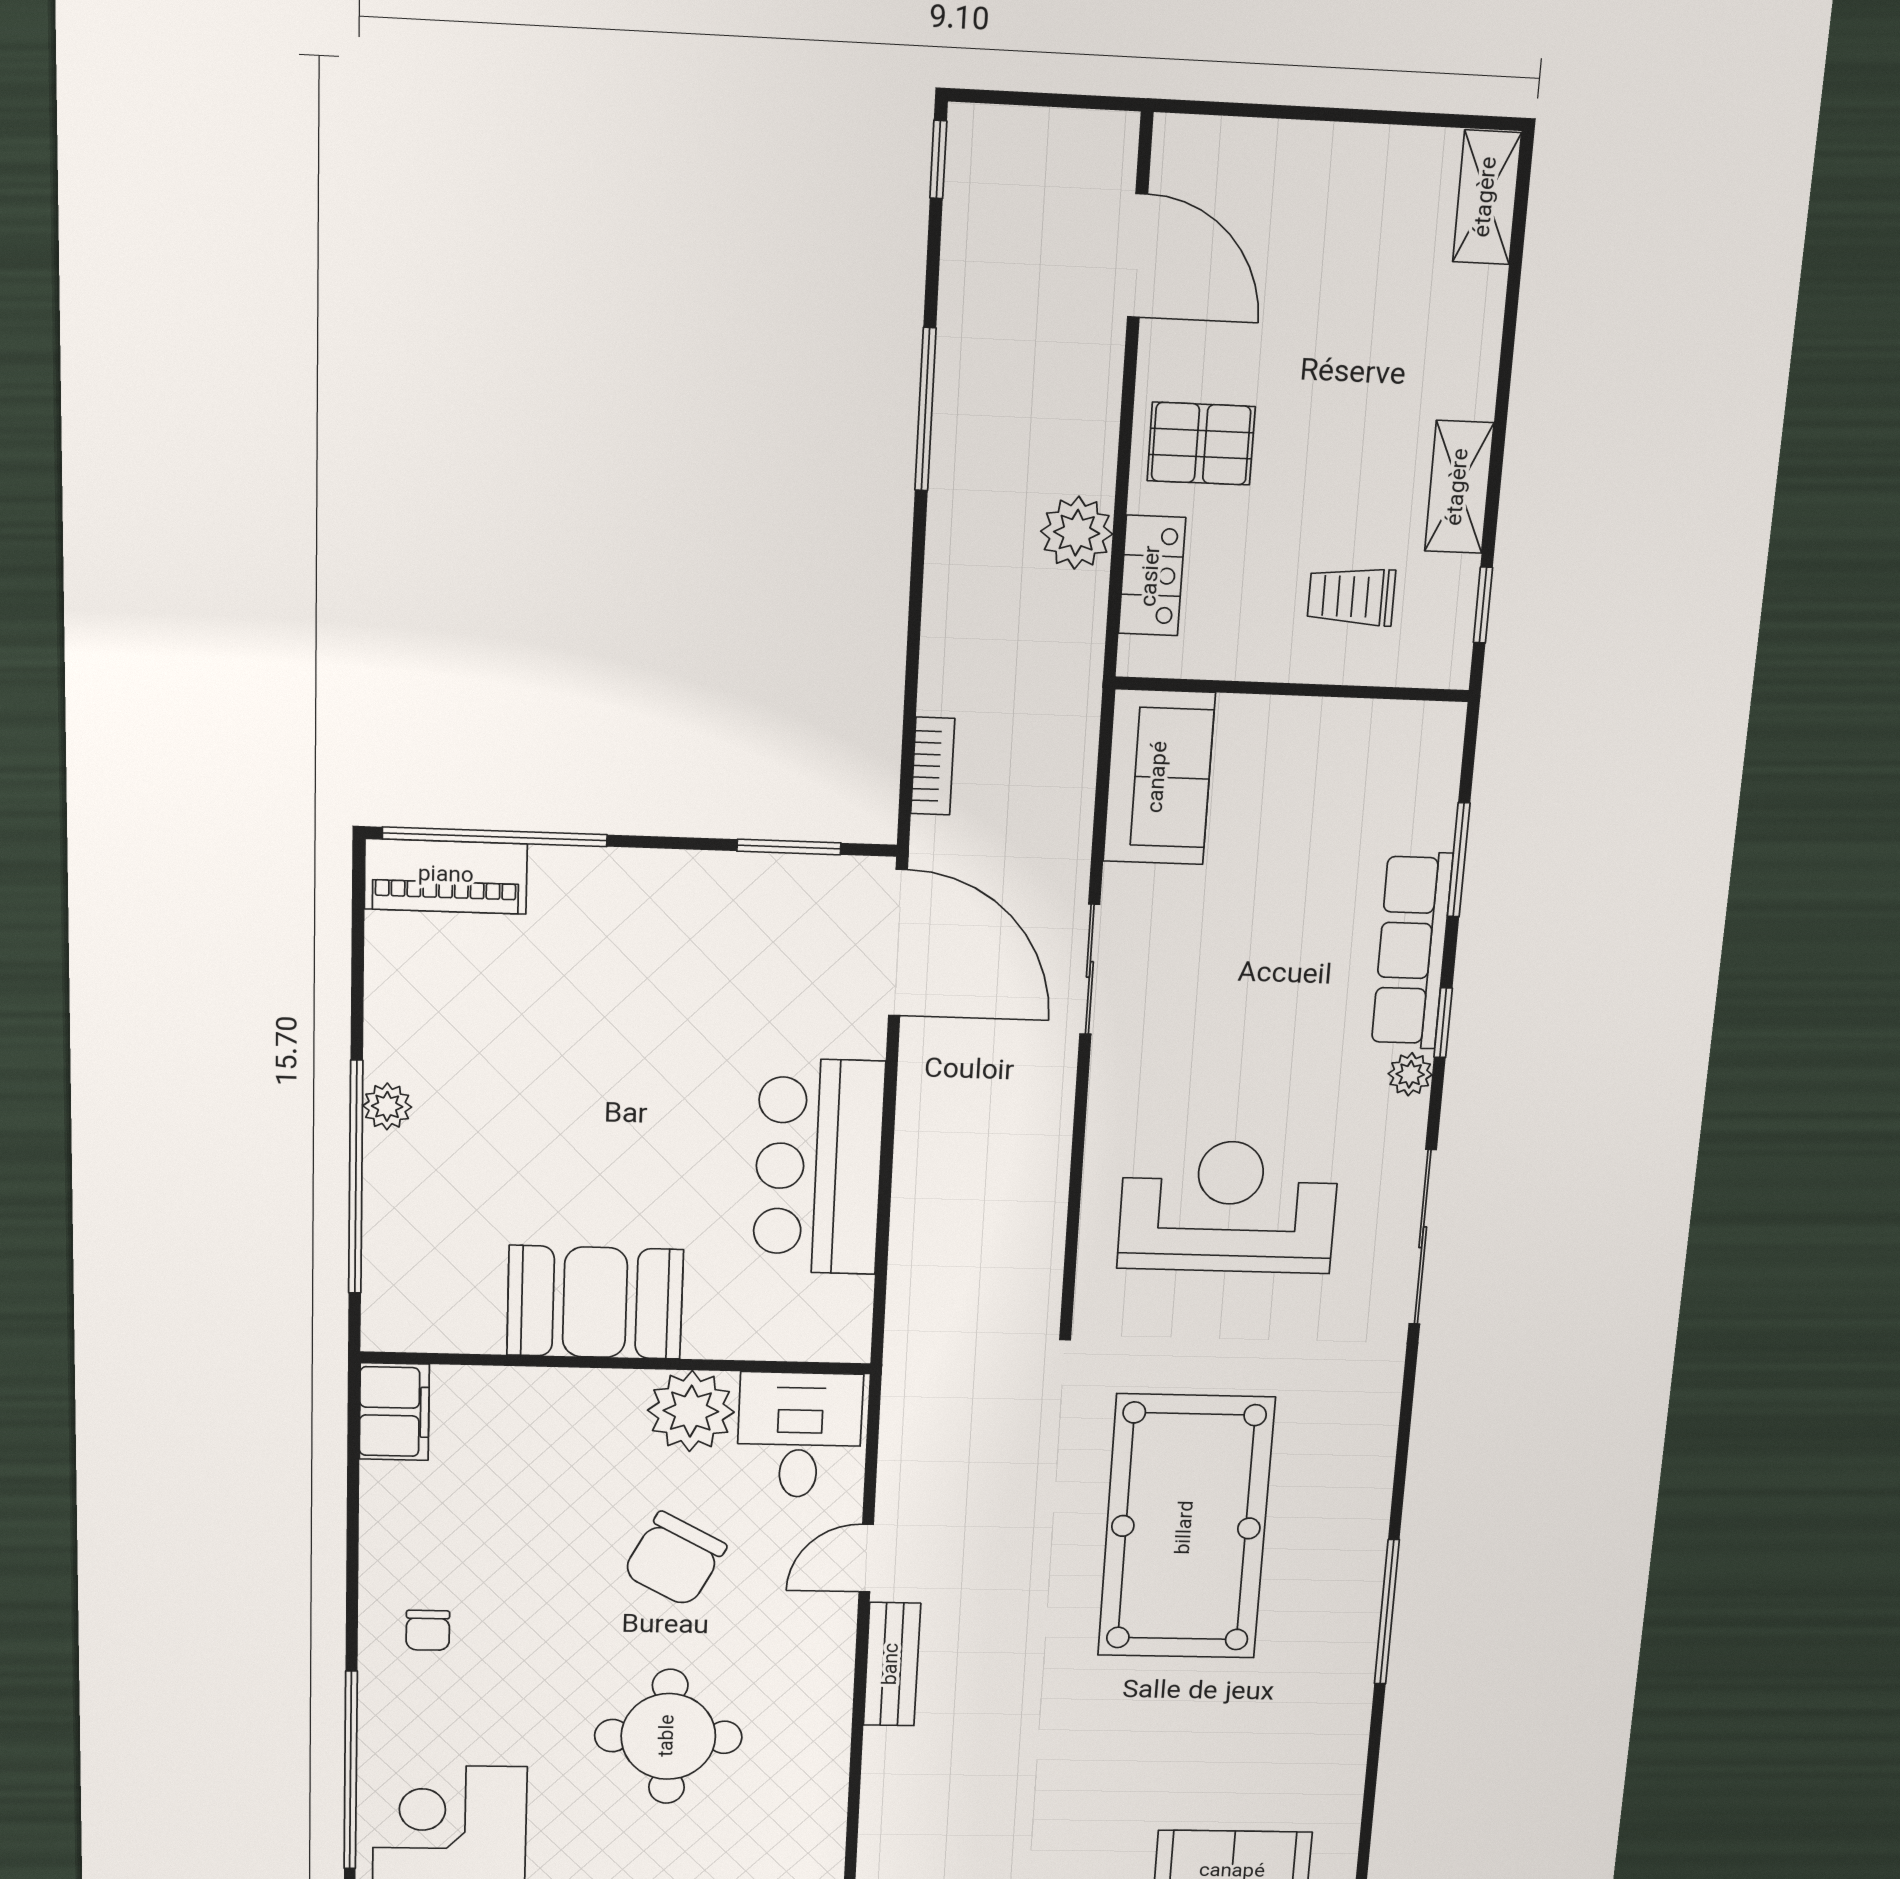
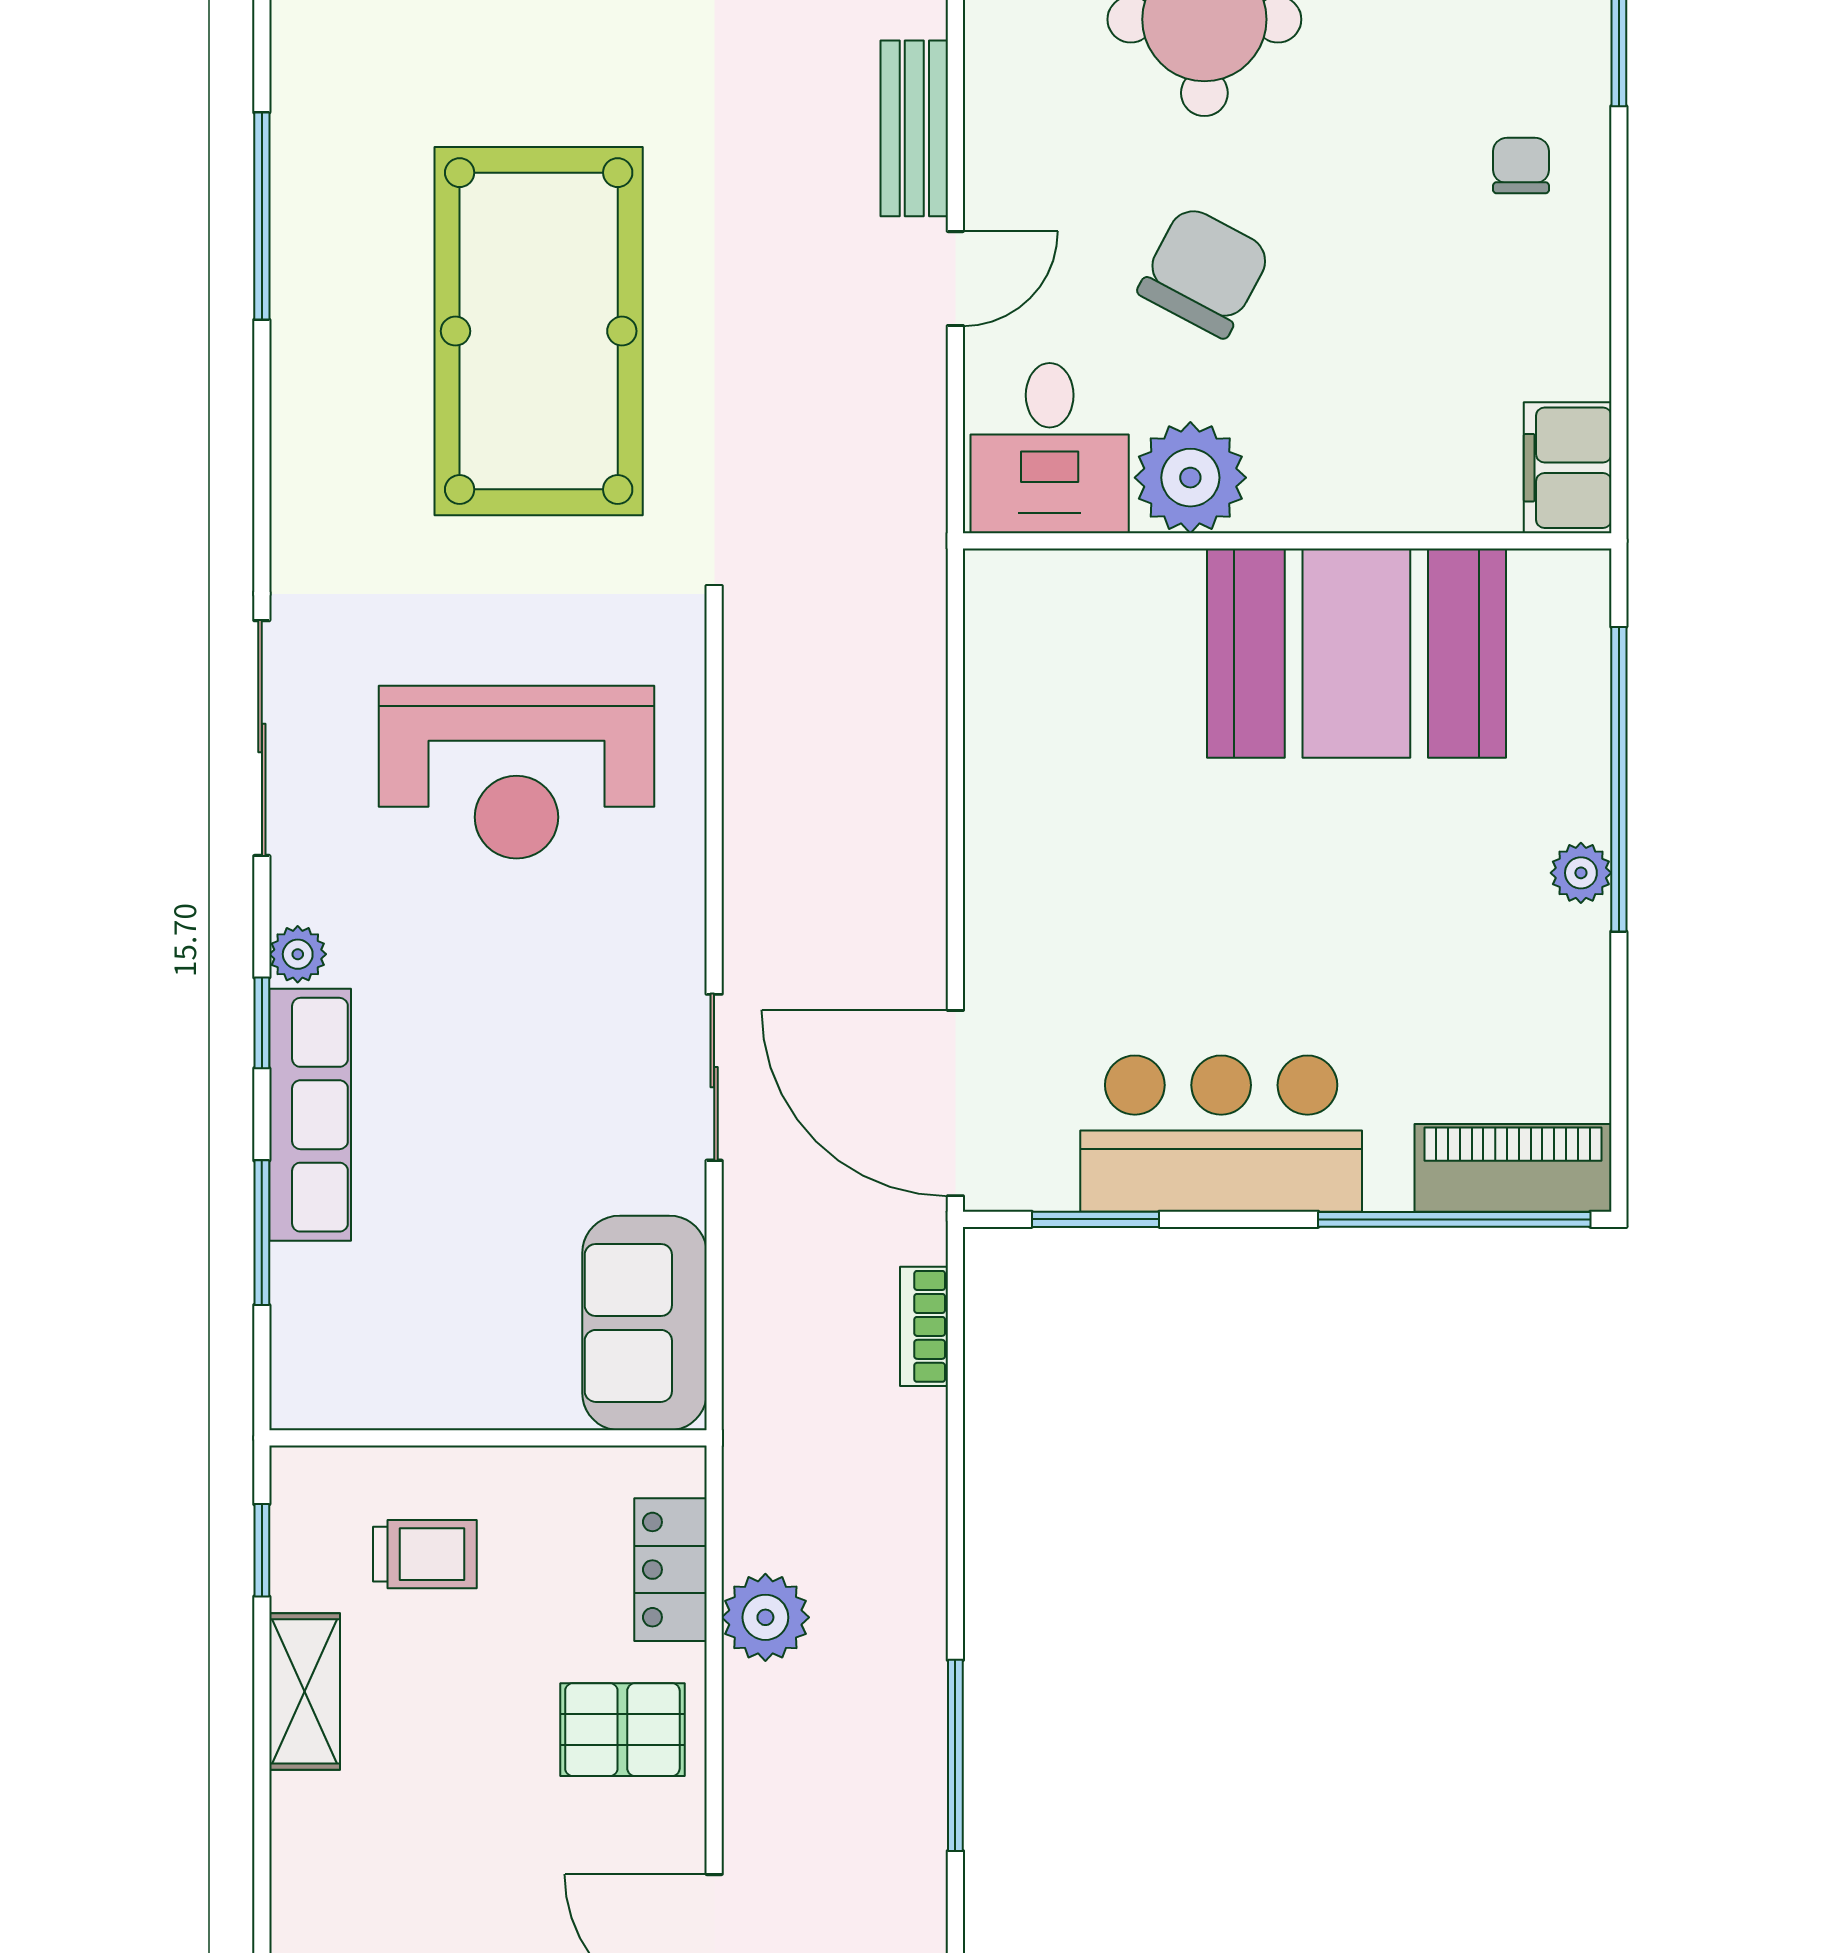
bar counter: (818, 1167) -> (1221, 1134), moved, turned -90
booth: (595, 1302) -> (1356, 653), width x1.36, depth x1.42

